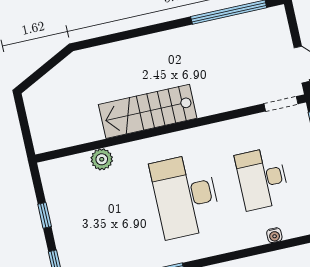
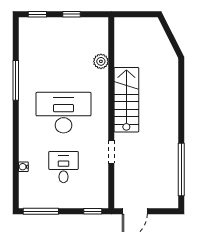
doorway: (281, 104) -> (111, 152), moved
desk: (262, 179) -> (63, 167), width x0.73

